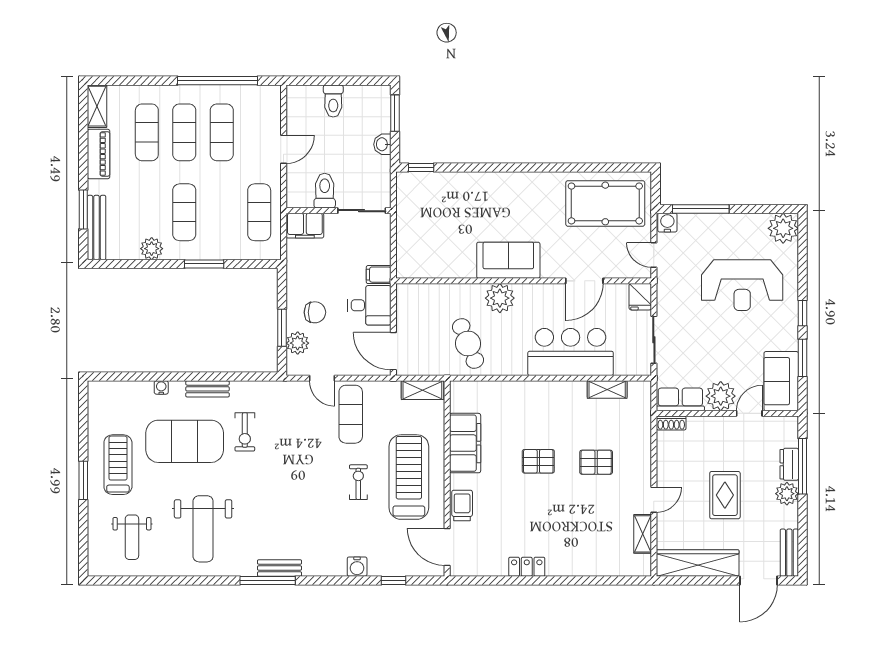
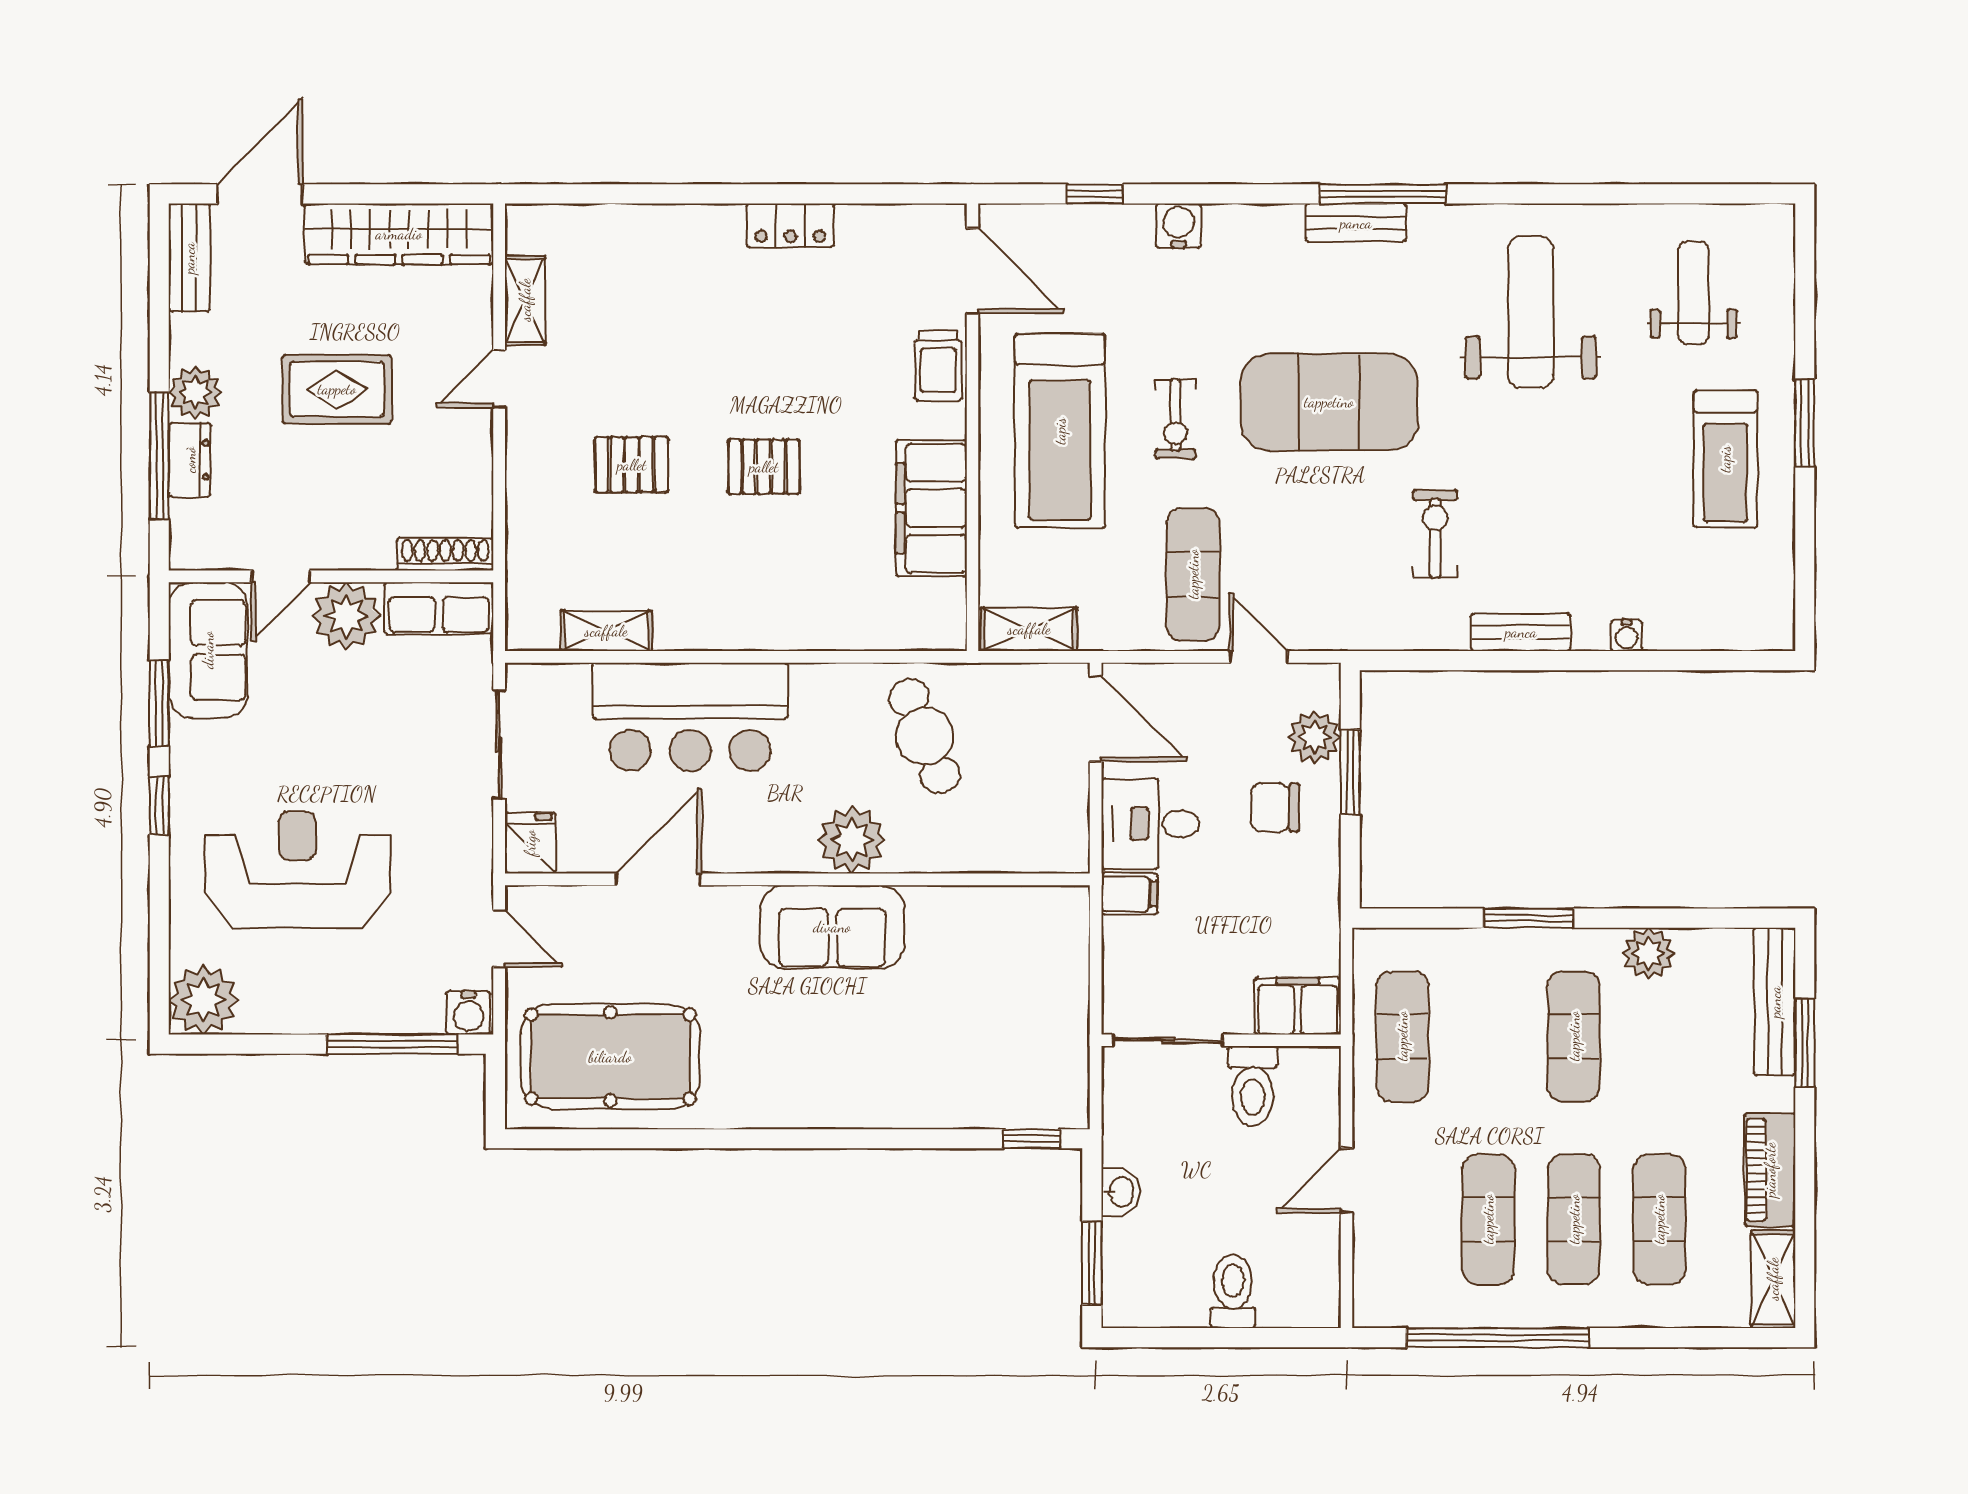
shoe rack: (671, 423) -> (445, 554), width x1.43
exercise mat: (185, 441) -> (1329, 402), moved
rug: (725, 495) -> (337, 389), turned 90

